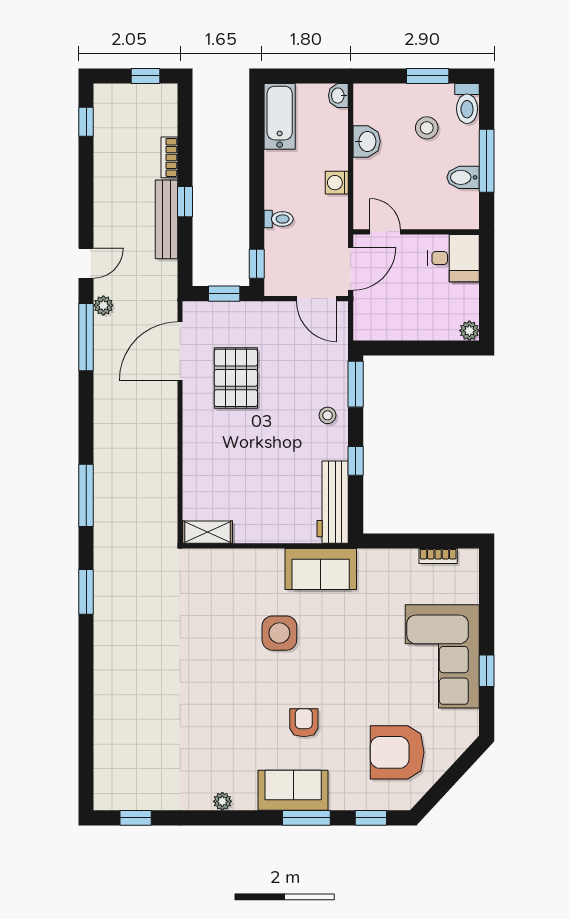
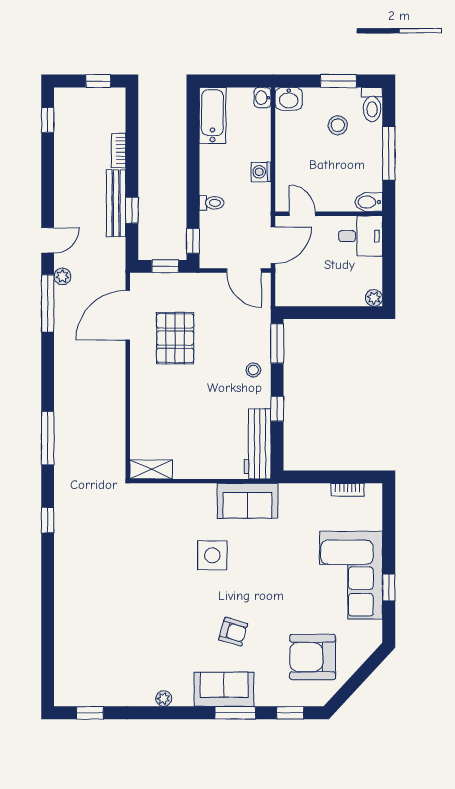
washbasin: (367, 141) -> (289, 99), moved, turned 90
bidet: (463, 177) -> (369, 202), moved
window: (185, 202) -> (132, 210), moved
window: (86, 592) -> (48, 520), width x0.67
armchair: (304, 723) -> (233, 632), turned 106

